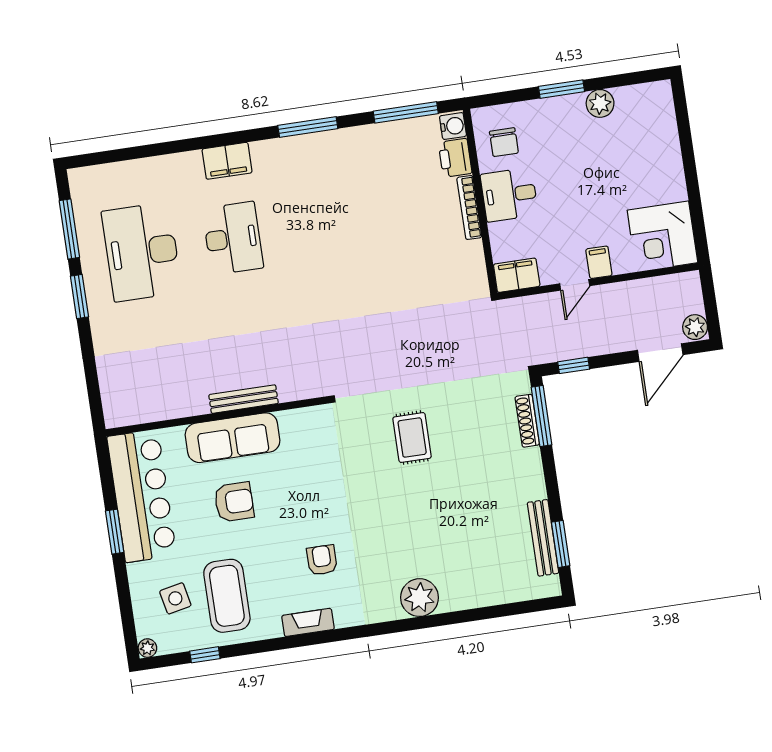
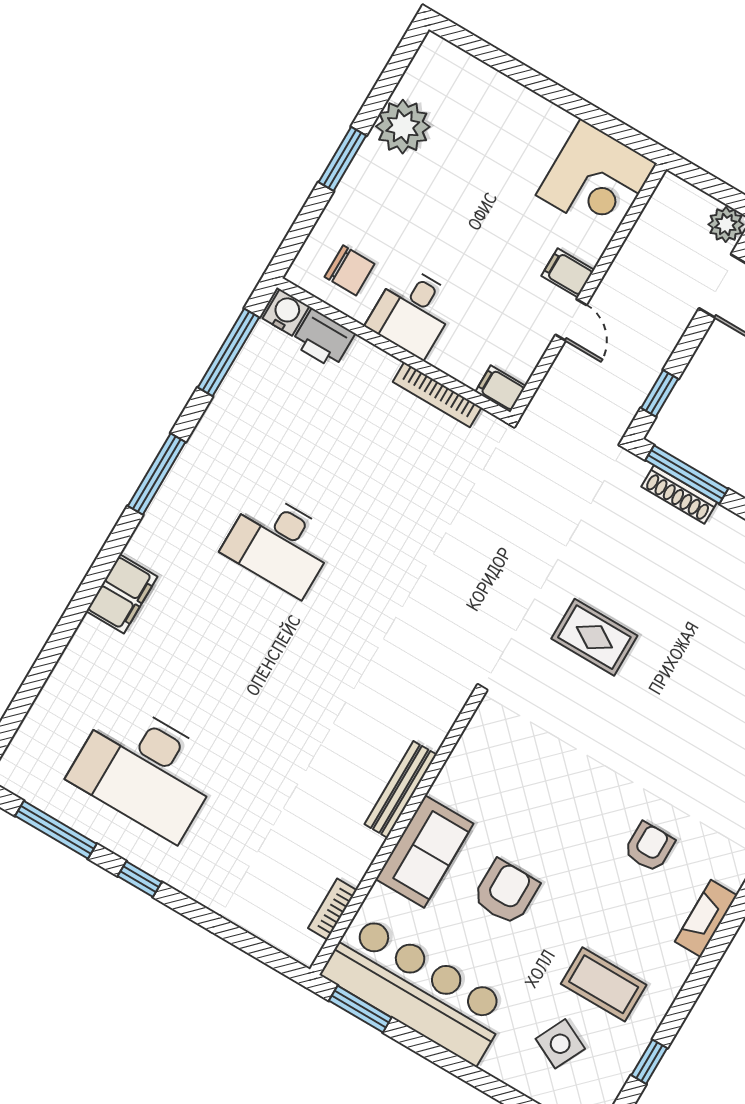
plant: (600, 103) -> (403, 127), width x1.36, depth x1.36
bookcase: (469, 207) -> (437, 395), moved
desk: (233, 238) -> (279, 544), moved, turned 180
filing cabinet: (517, 275) -> (501, 389), width x0.50
window: (79, 297) -> (140, 879), width x0.67
bookcase: (148, 415) -> (332, 909), added
sofa: (233, 438) -> (425, 851), width x0.73
window: (115, 532) -> (360, 1009), moved
armchair: (322, 560) -> (649, 847), turned 90
coffee table: (227, 596) -> (604, 984), width x0.73, depth x0.76
side table: (175, 598) -> (560, 1044), turned 38

